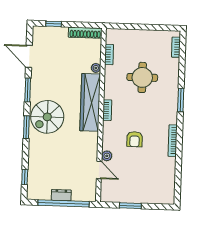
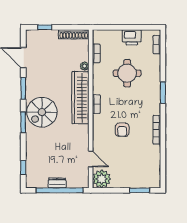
printer: (149, 38) -> (132, 37), added
plant: (107, 156) -> (102, 179), moved, width x1.88, depth x1.88
window: (130, 206) -> (140, 190), moved

